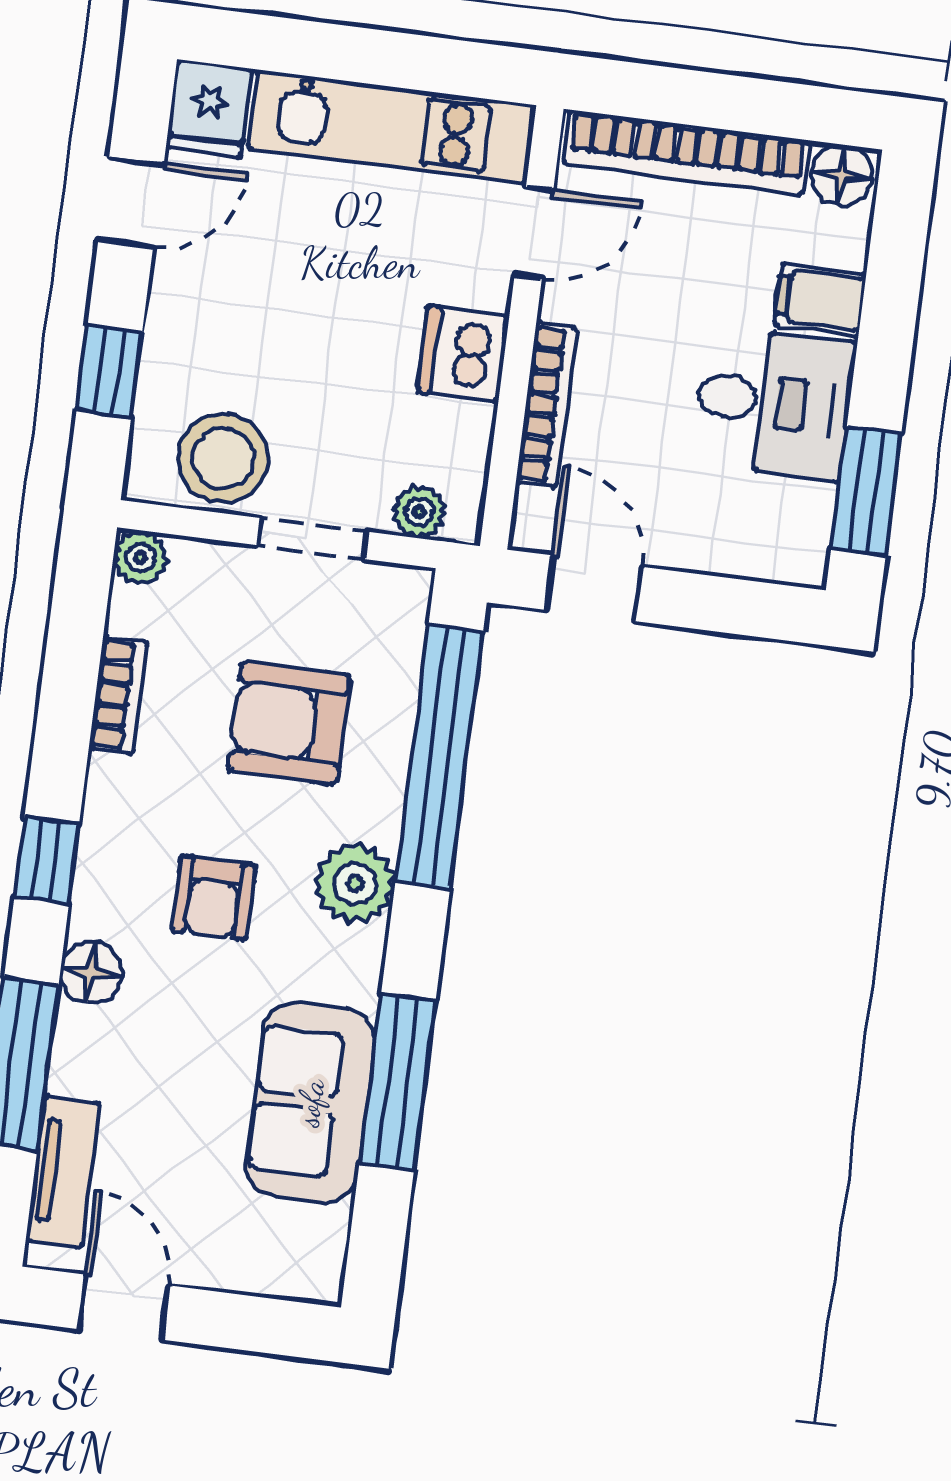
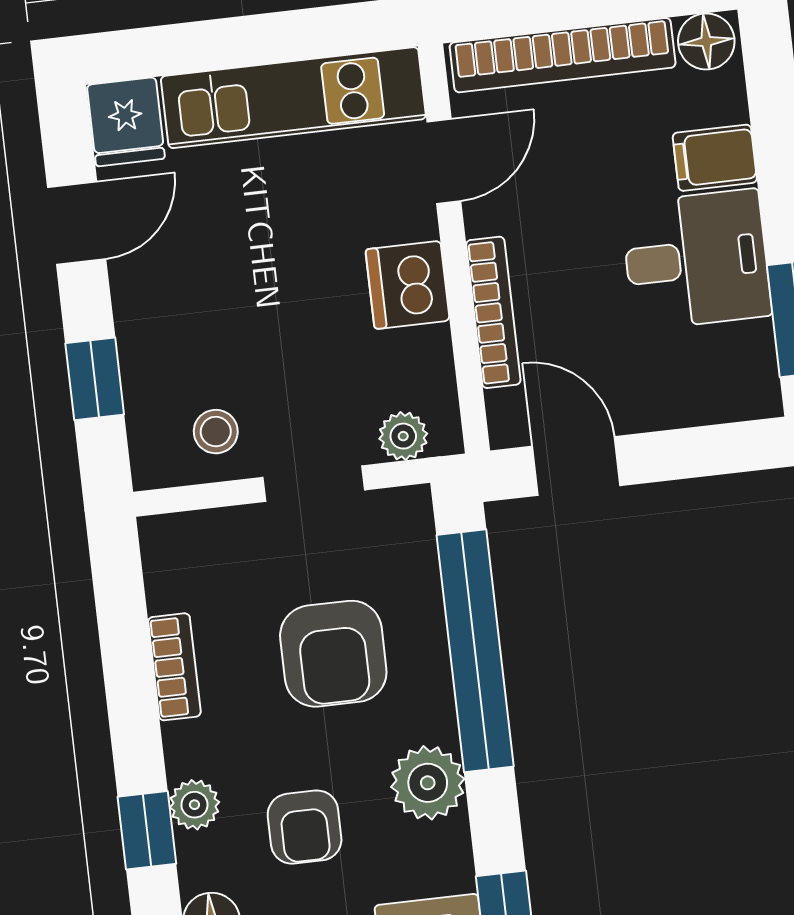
stool: (223, 458) -> (216, 432), width x0.53, depth x0.53
plant: (140, 558) -> (194, 805), moved
armchair: (289, 723) -> (333, 654), turned -90

